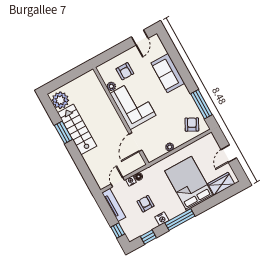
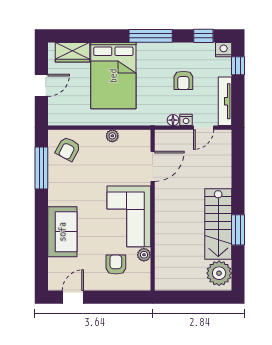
nightstand: (162, 219) -> (224, 50), moved

